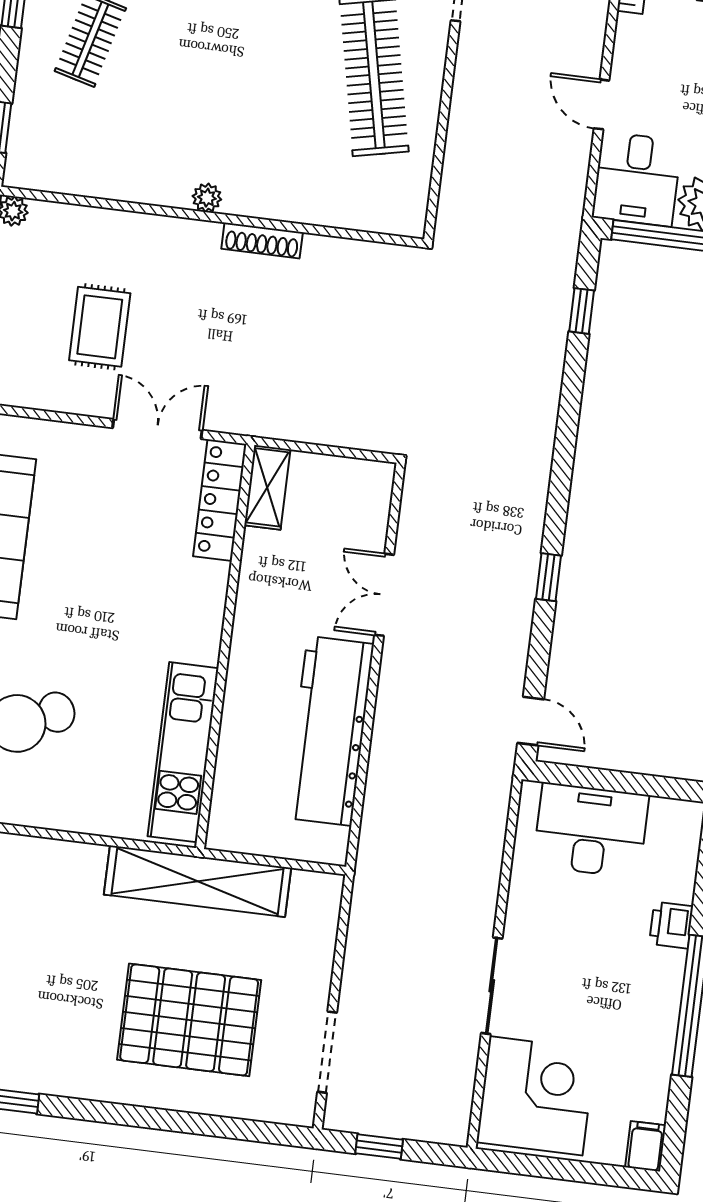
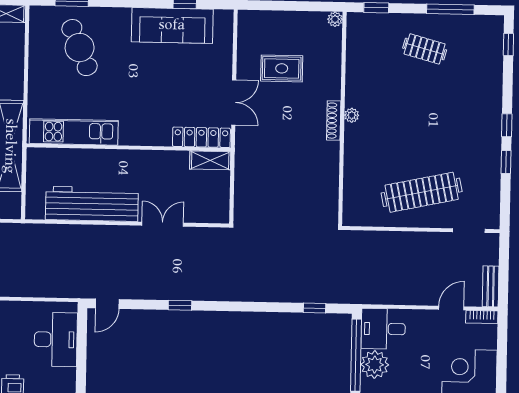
door: (602, 104) -> (451, 308), moved
shoe rack: (262, 241) -> (334, 121), moved

